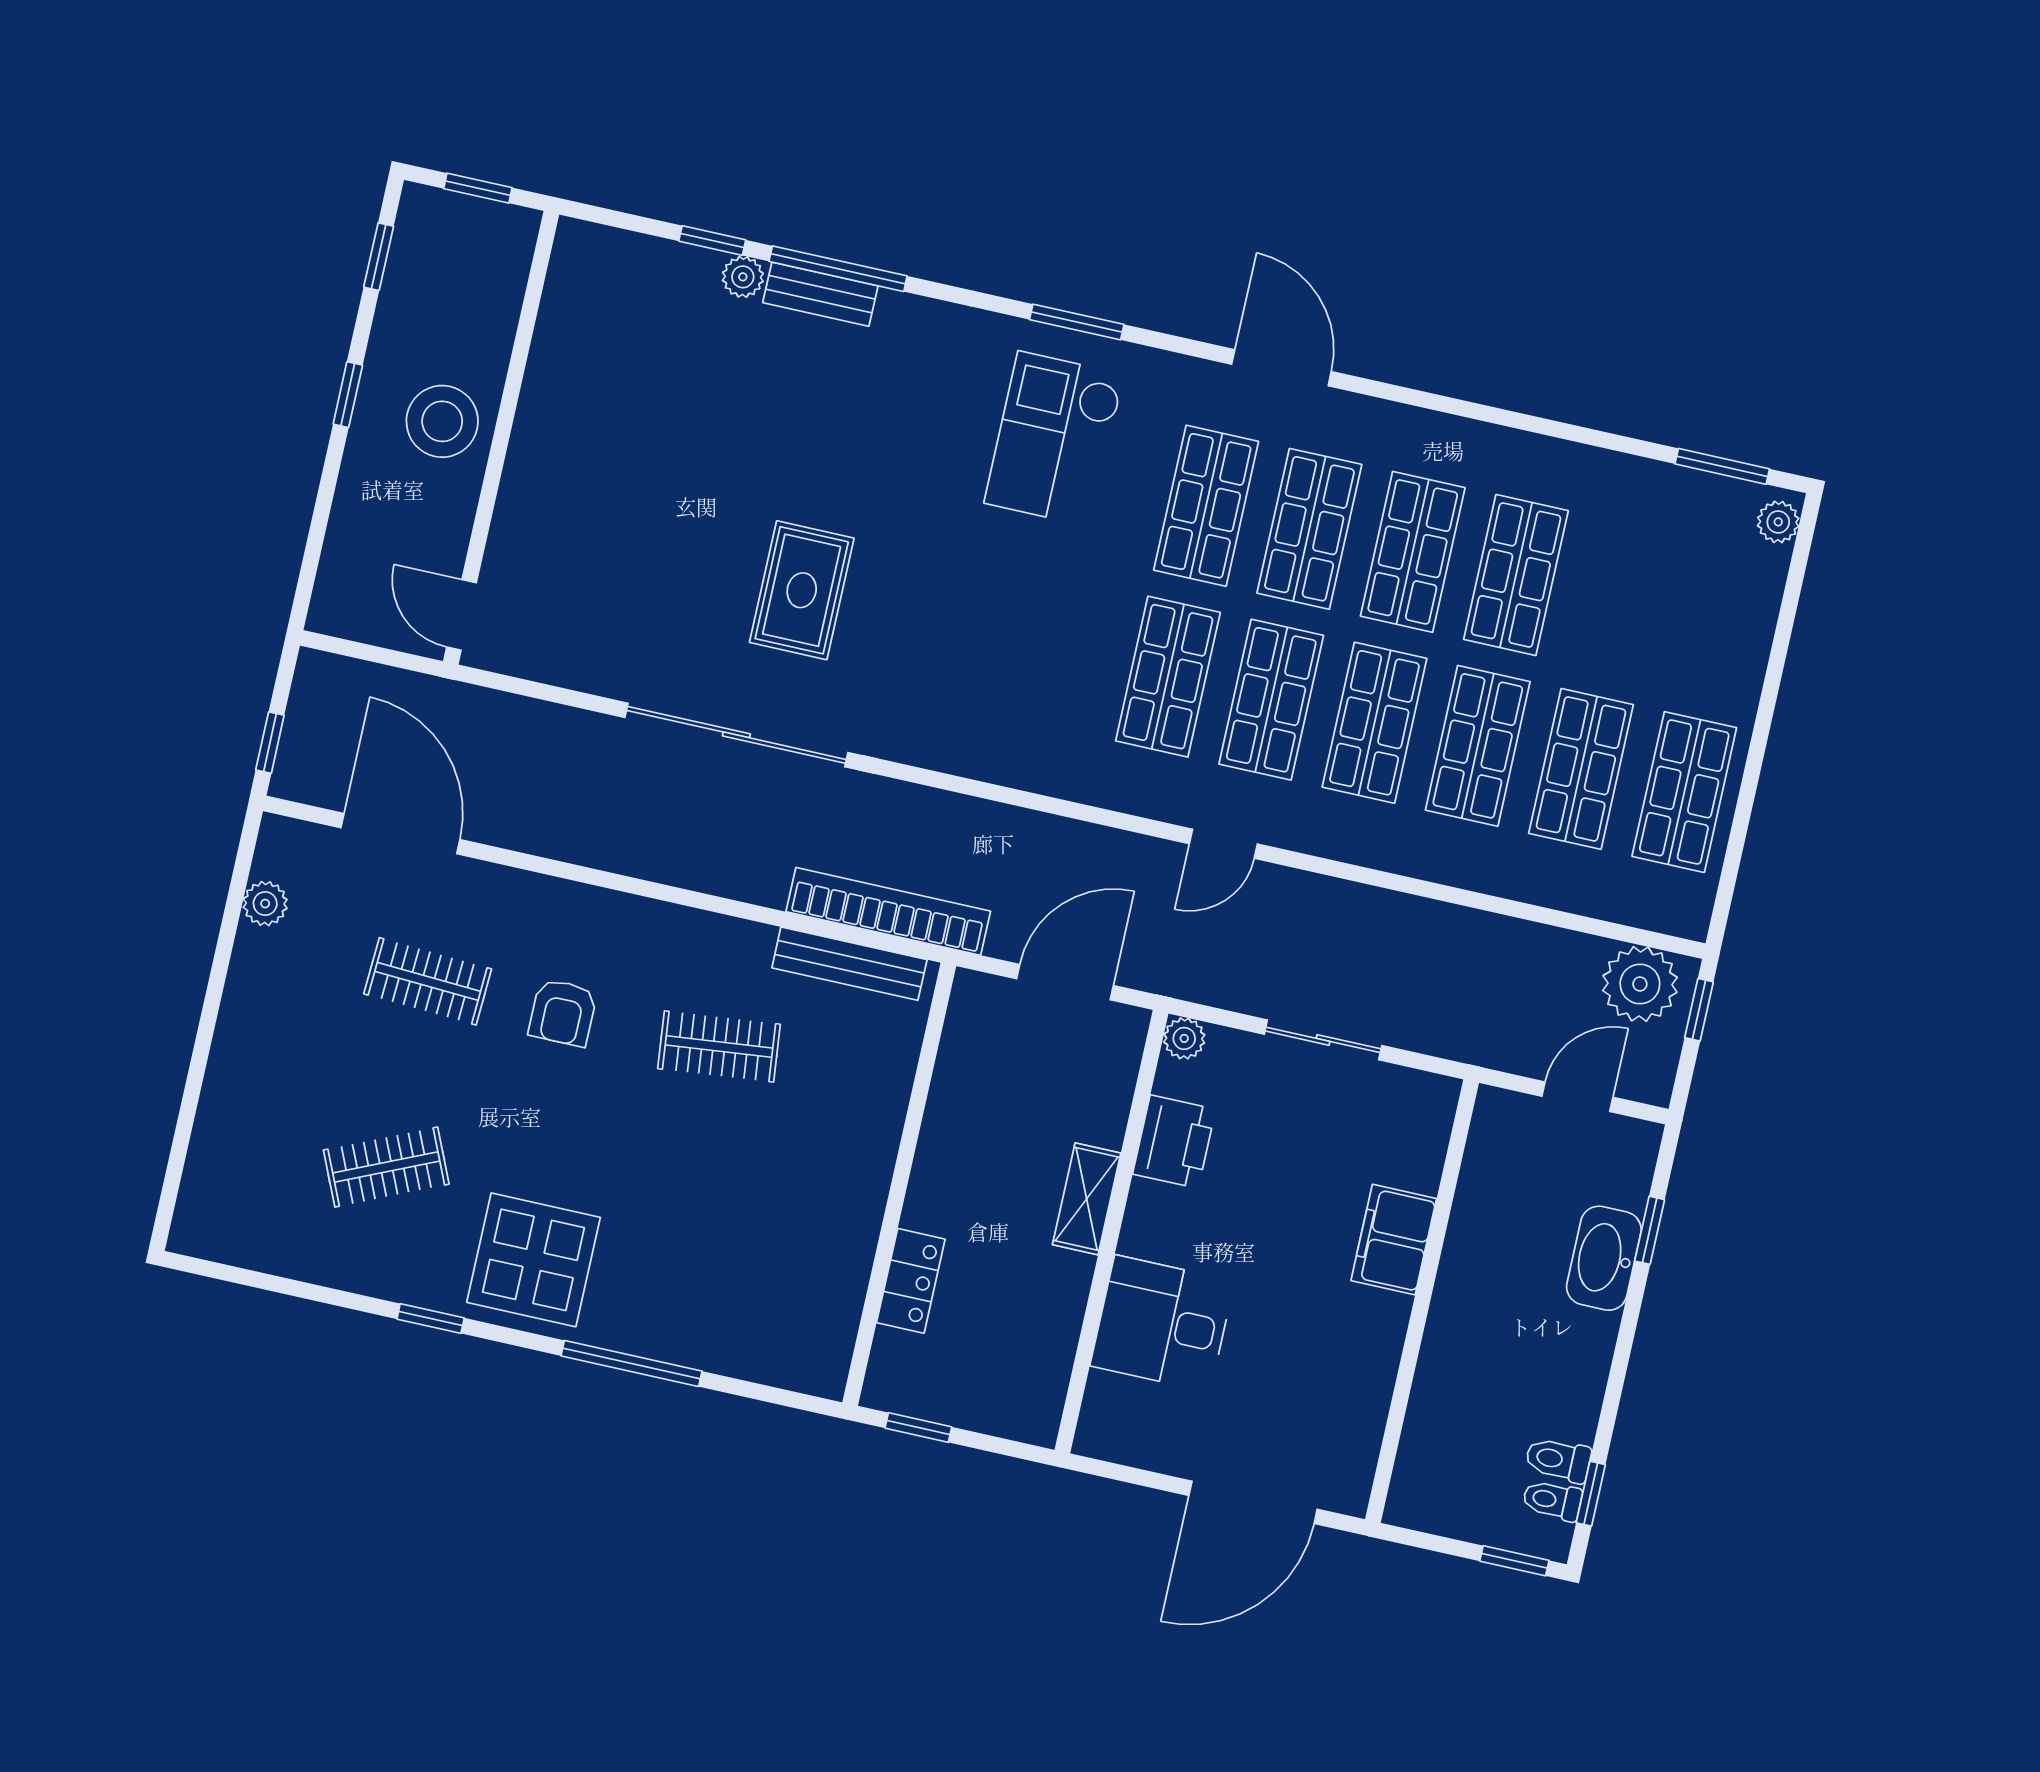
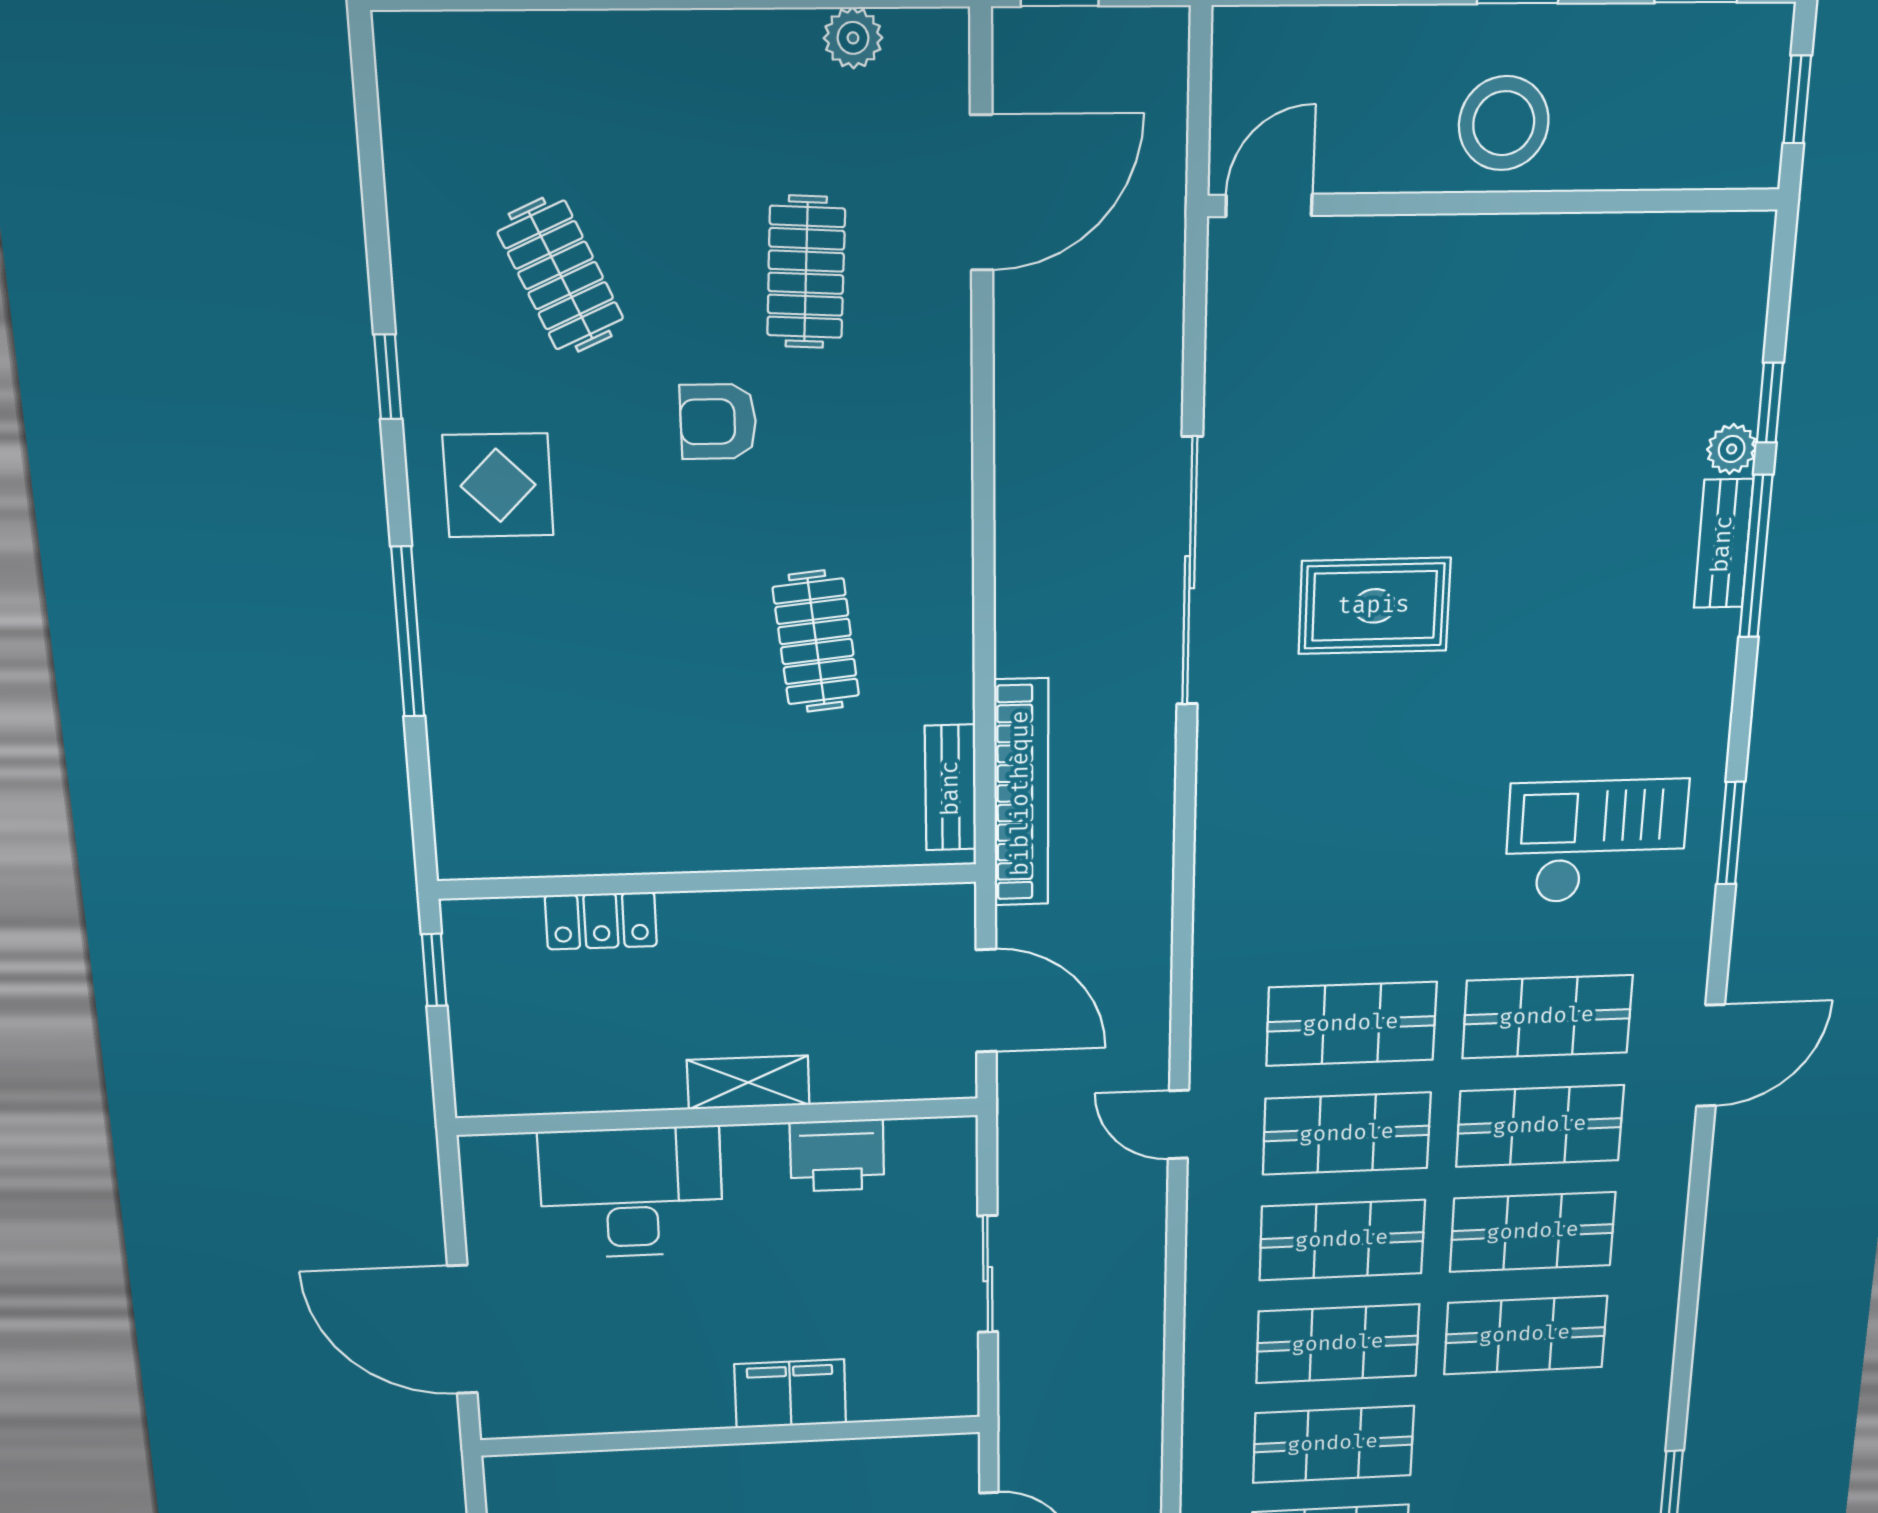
bench: (849, 964) -> (951, 788), width x0.73
armchair: (563, 1013) -> (718, 422), moved
plant: (1184, 1038) -> (954, 1138), removed
display table: (533, 1260) -> (498, 485), width x0.73, depth x0.73
desk: (1162, 1324) -> (631, 1192), width x1.37

